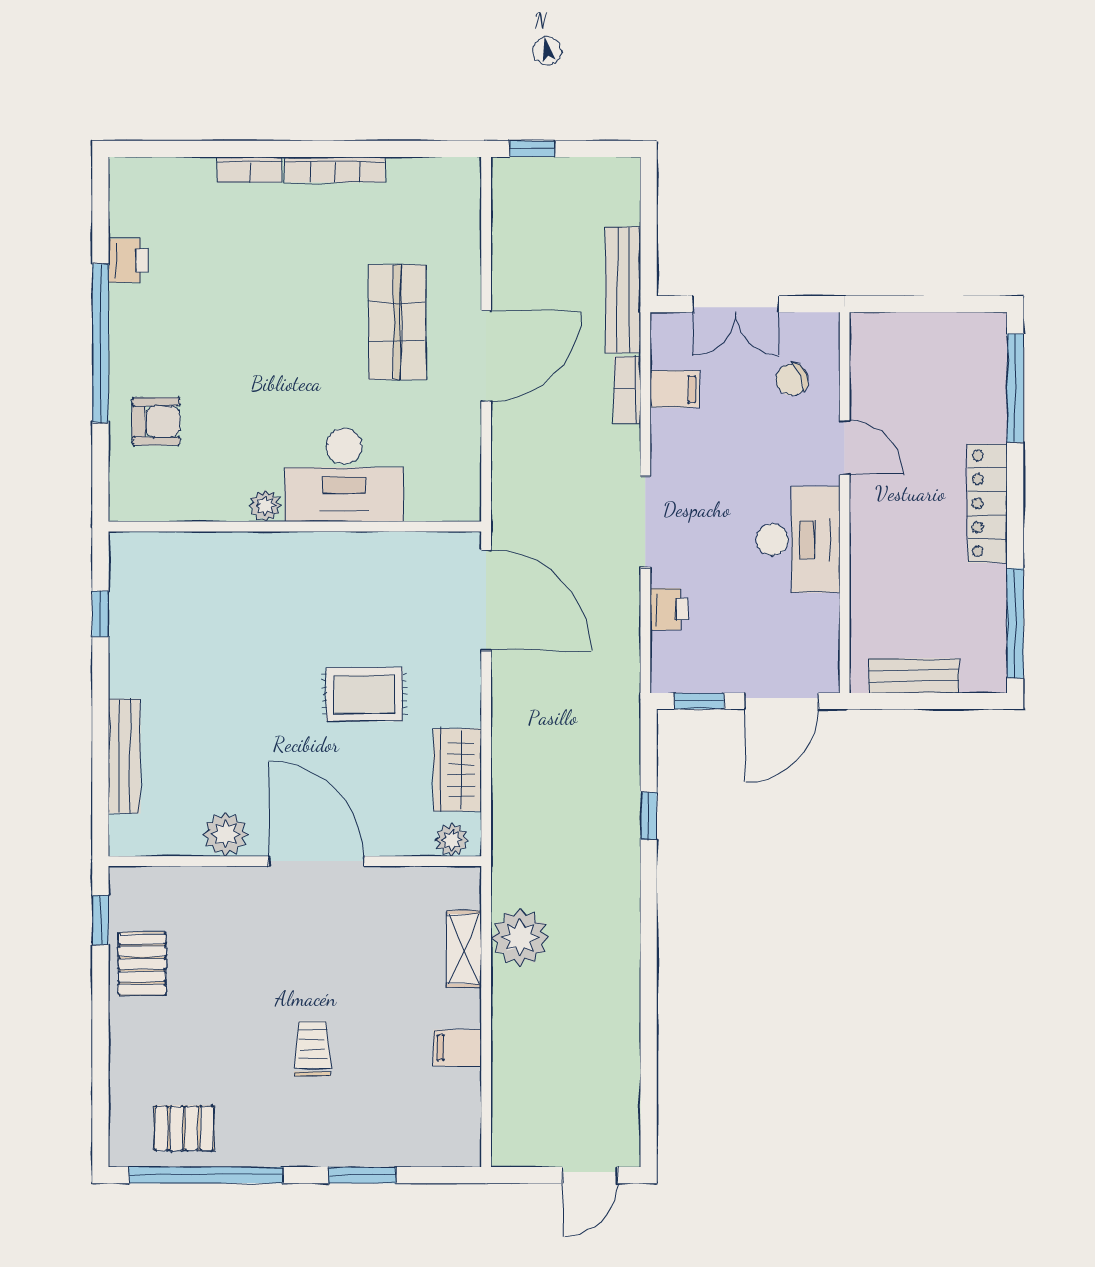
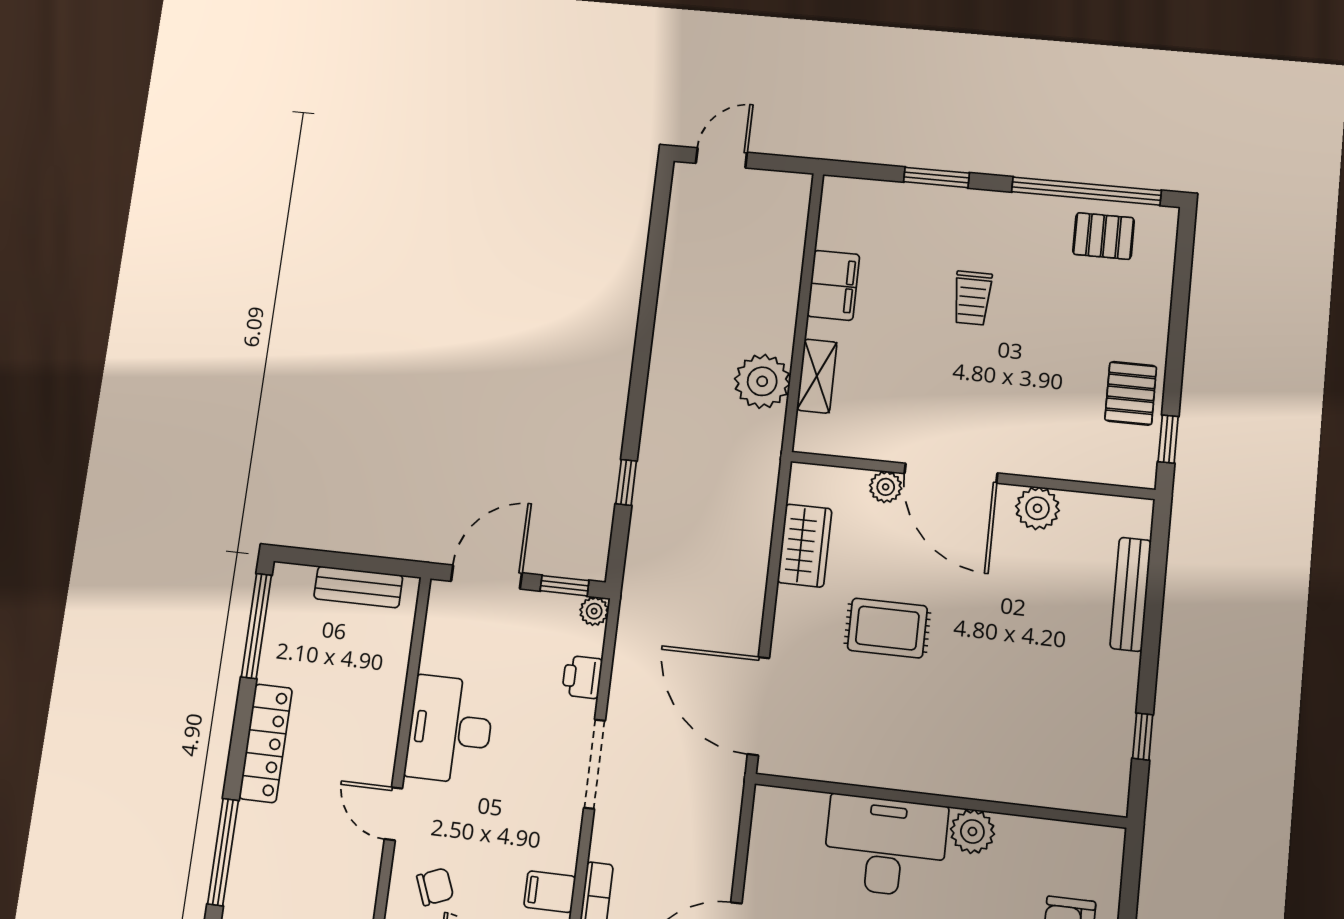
plant: (265, 506) -> (972, 831), width x1.38, depth x1.38
plant: (665, 678) -> (594, 611), added
plant: (452, 840) -> (886, 487), moved
filing cabinet: (457, 1048) -> (833, 285), width x2.00

